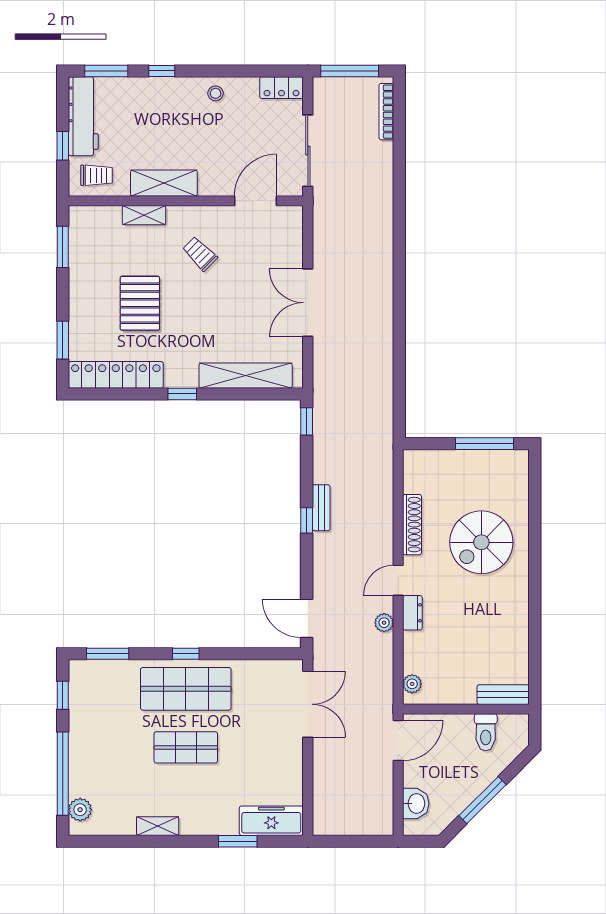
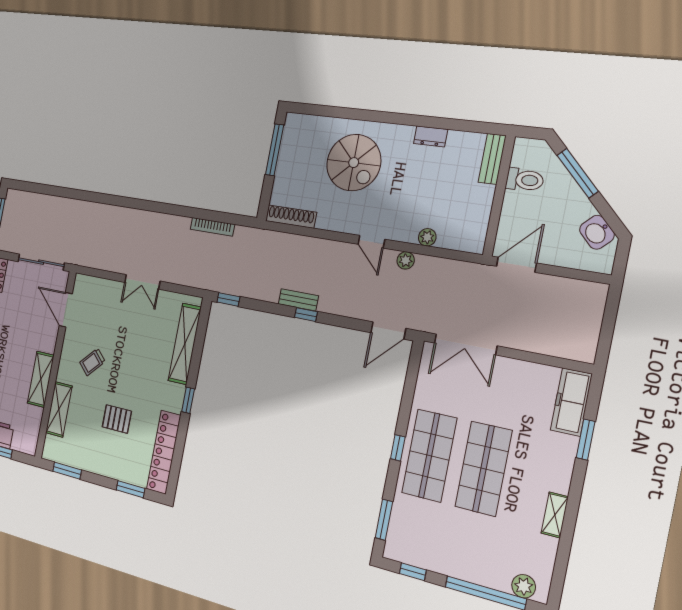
bookcase: (386, 112) -> (212, 227), moved
trolley: (97, 175) -> (26, 431), removed
shelving: (144, 215) -> (59, 409), width x1.50, depth x1.33
pallet: (140, 303) -> (117, 419), width x0.67, depth x0.71
double door: (308, 303) -> (142, 282), width x0.73
shoe rack: (412, 525) -> (291, 217), moved
dresser: (412, 613) -> (431, 136), moved, turned 180
plant: (412, 684) -> (427, 237), moved
double door: (308, 704) -> (465, 344), swing flipped
door: (398, 741) -> (516, 265), hinge flipped
shop shelf: (186, 747) -> (483, 469), width x1.43, depth x1.36
window: (482, 800) -> (578, 173), moved
washbasin: (416, 803) -> (597, 232), moved, turned -135

